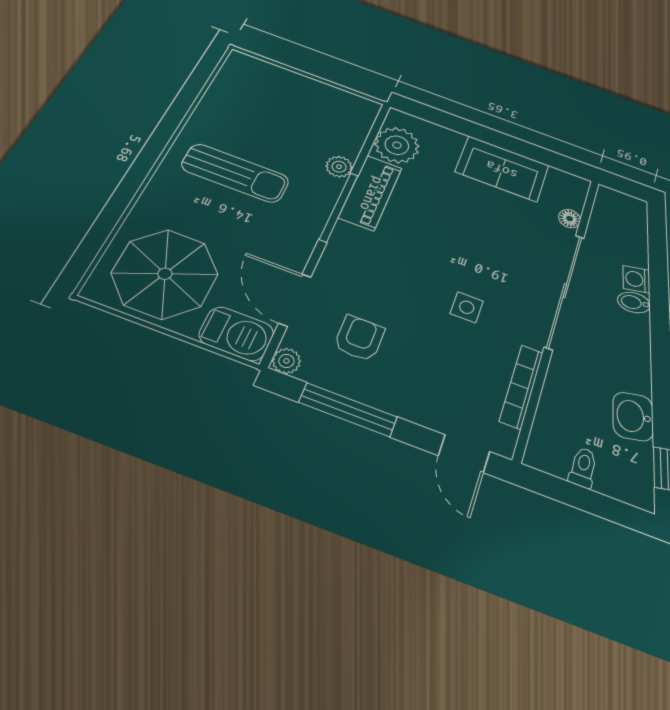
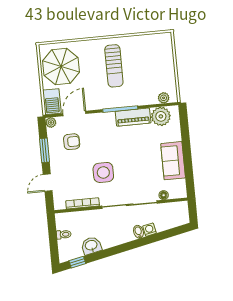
plant: (339, 167) -> (164, 98), moved
side table: (467, 307) -> (103, 172), width x1.87, depth x1.87
window: (348, 410) -> (45, 150), width x0.69
door: (464, 454) -> (48, 183), moved

